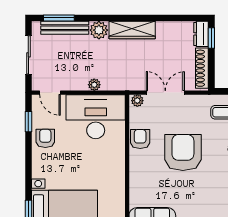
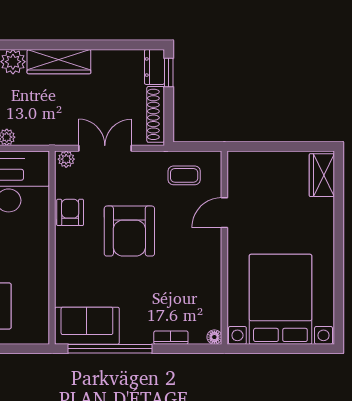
armchair: (183, 152) -> (129, 231), turned 180

